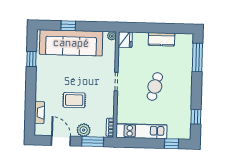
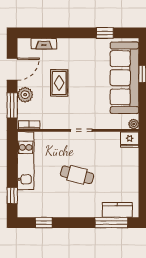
kitchen counter: (161, 39) -> (117, 210), moved, turned 90

